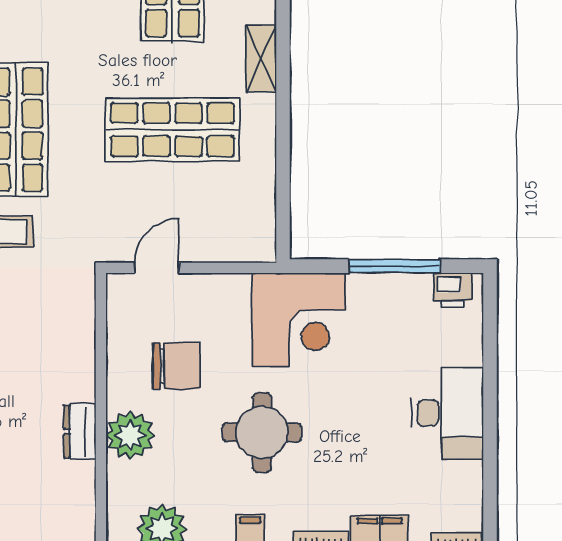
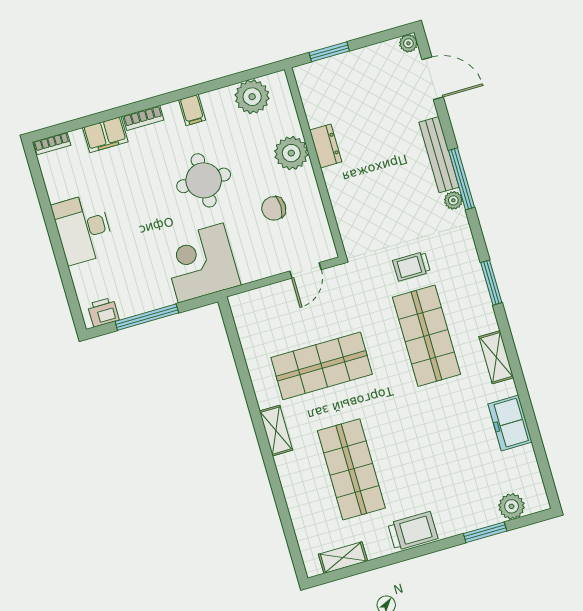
chair: (176, 366) -> (274, 208), width x0.73, depth x0.73

